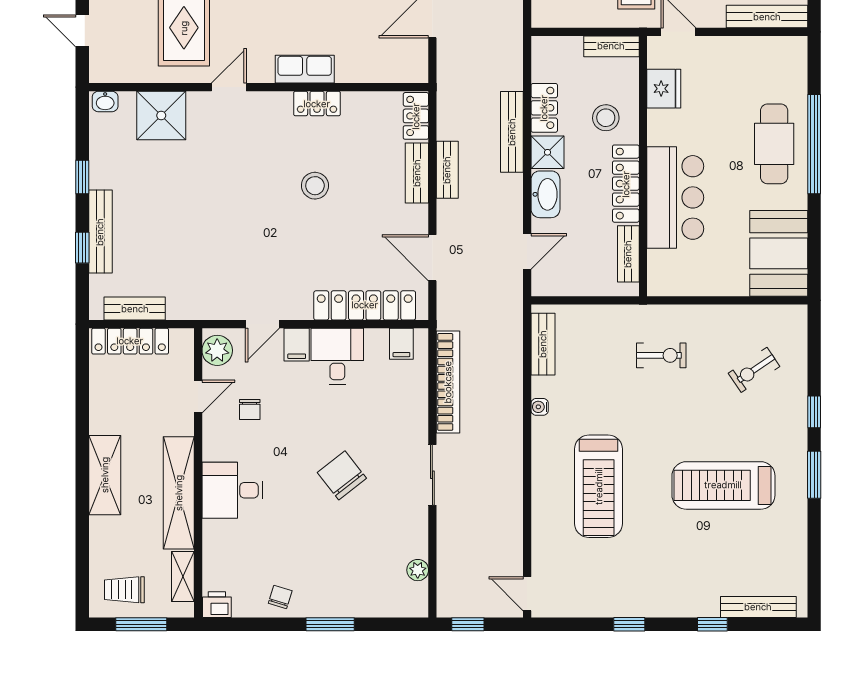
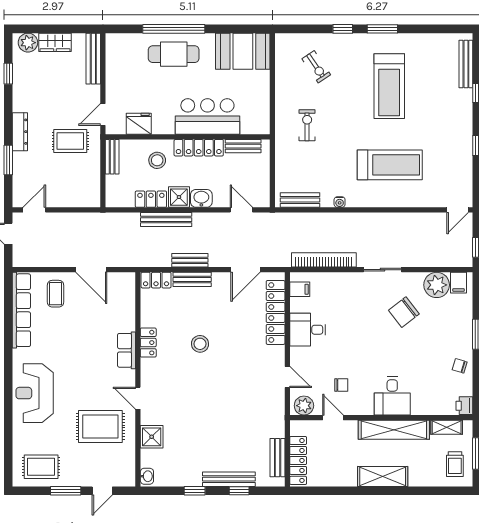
shower: (161, 115) -> (152, 437), width x0.73, depth x0.73
washbasin: (545, 194) -> (201, 198), width x0.72
filing cabinet: (297, 345) -> (459, 283), moved, turned 90
chair: (342, 475) -> (404, 312), moved
plant: (418, 570) -> (437, 285), width x1.88, depth x1.88

